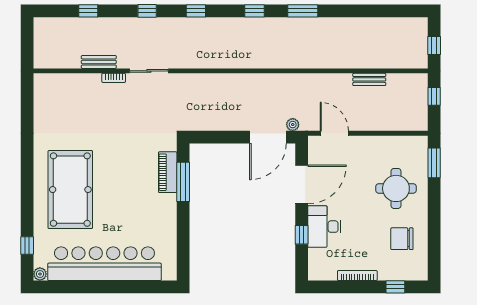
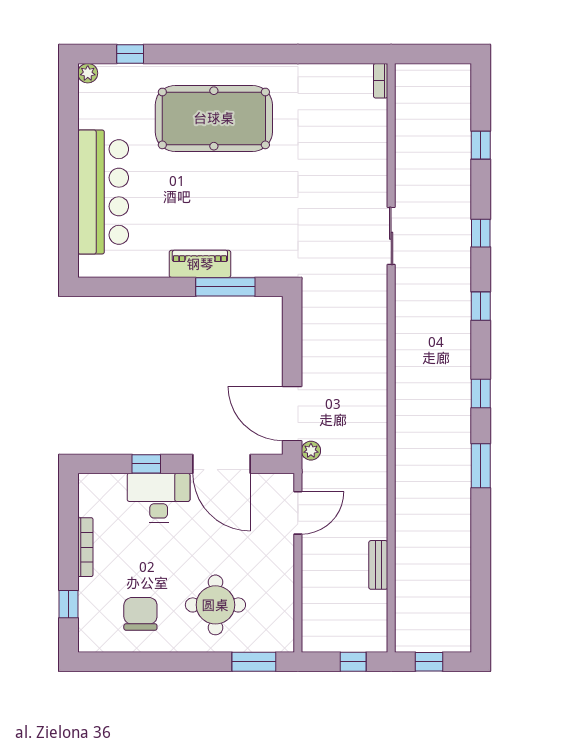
bench: (99, 62) -> (404, 161), removed
bookcase: (114, 78) -> (381, 81), moved
piano: (168, 172) -> (200, 264), moved
bar counter: (104, 264) -> (103, 192), width x0.73

